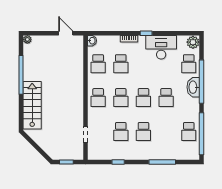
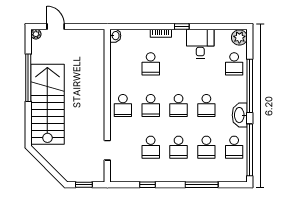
door: (66, 33) -> (56, 26), moved
desk: (161, 47) -> (200, 44), width x0.73
school desk: (98, 64) -> (206, 147), moved
washbasin: (193, 87) -> (240, 115), moved
stairs: (32, 105) -> (47, 104), width x1.36, depth x1.51

